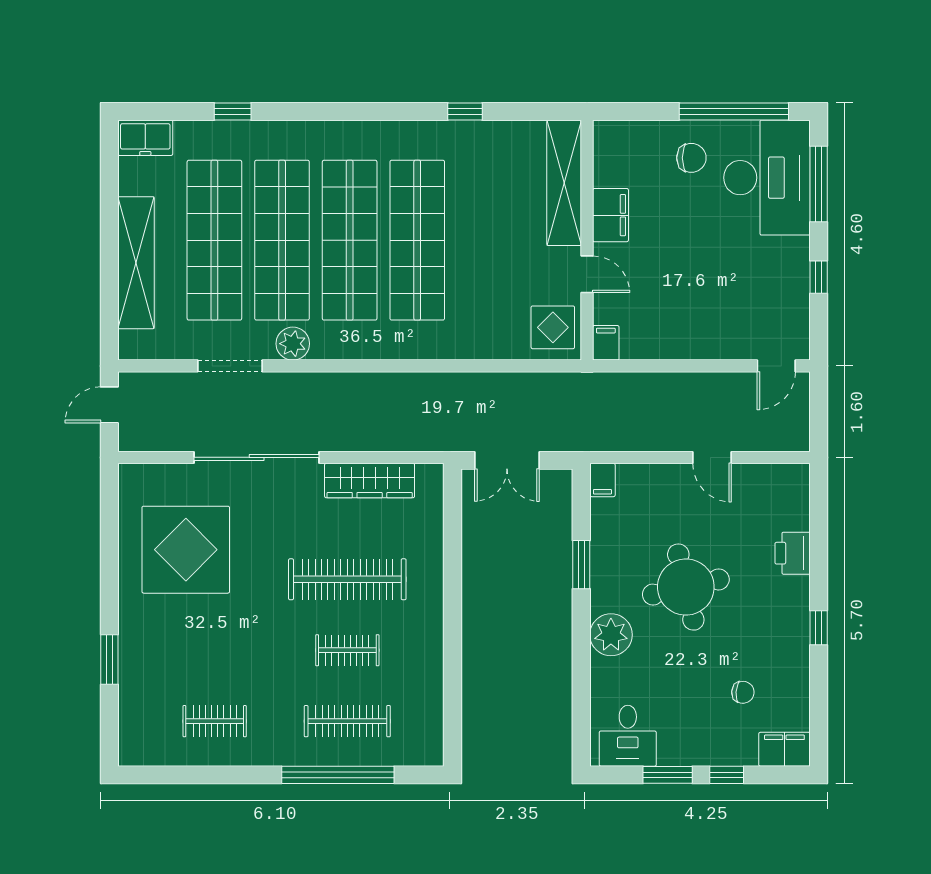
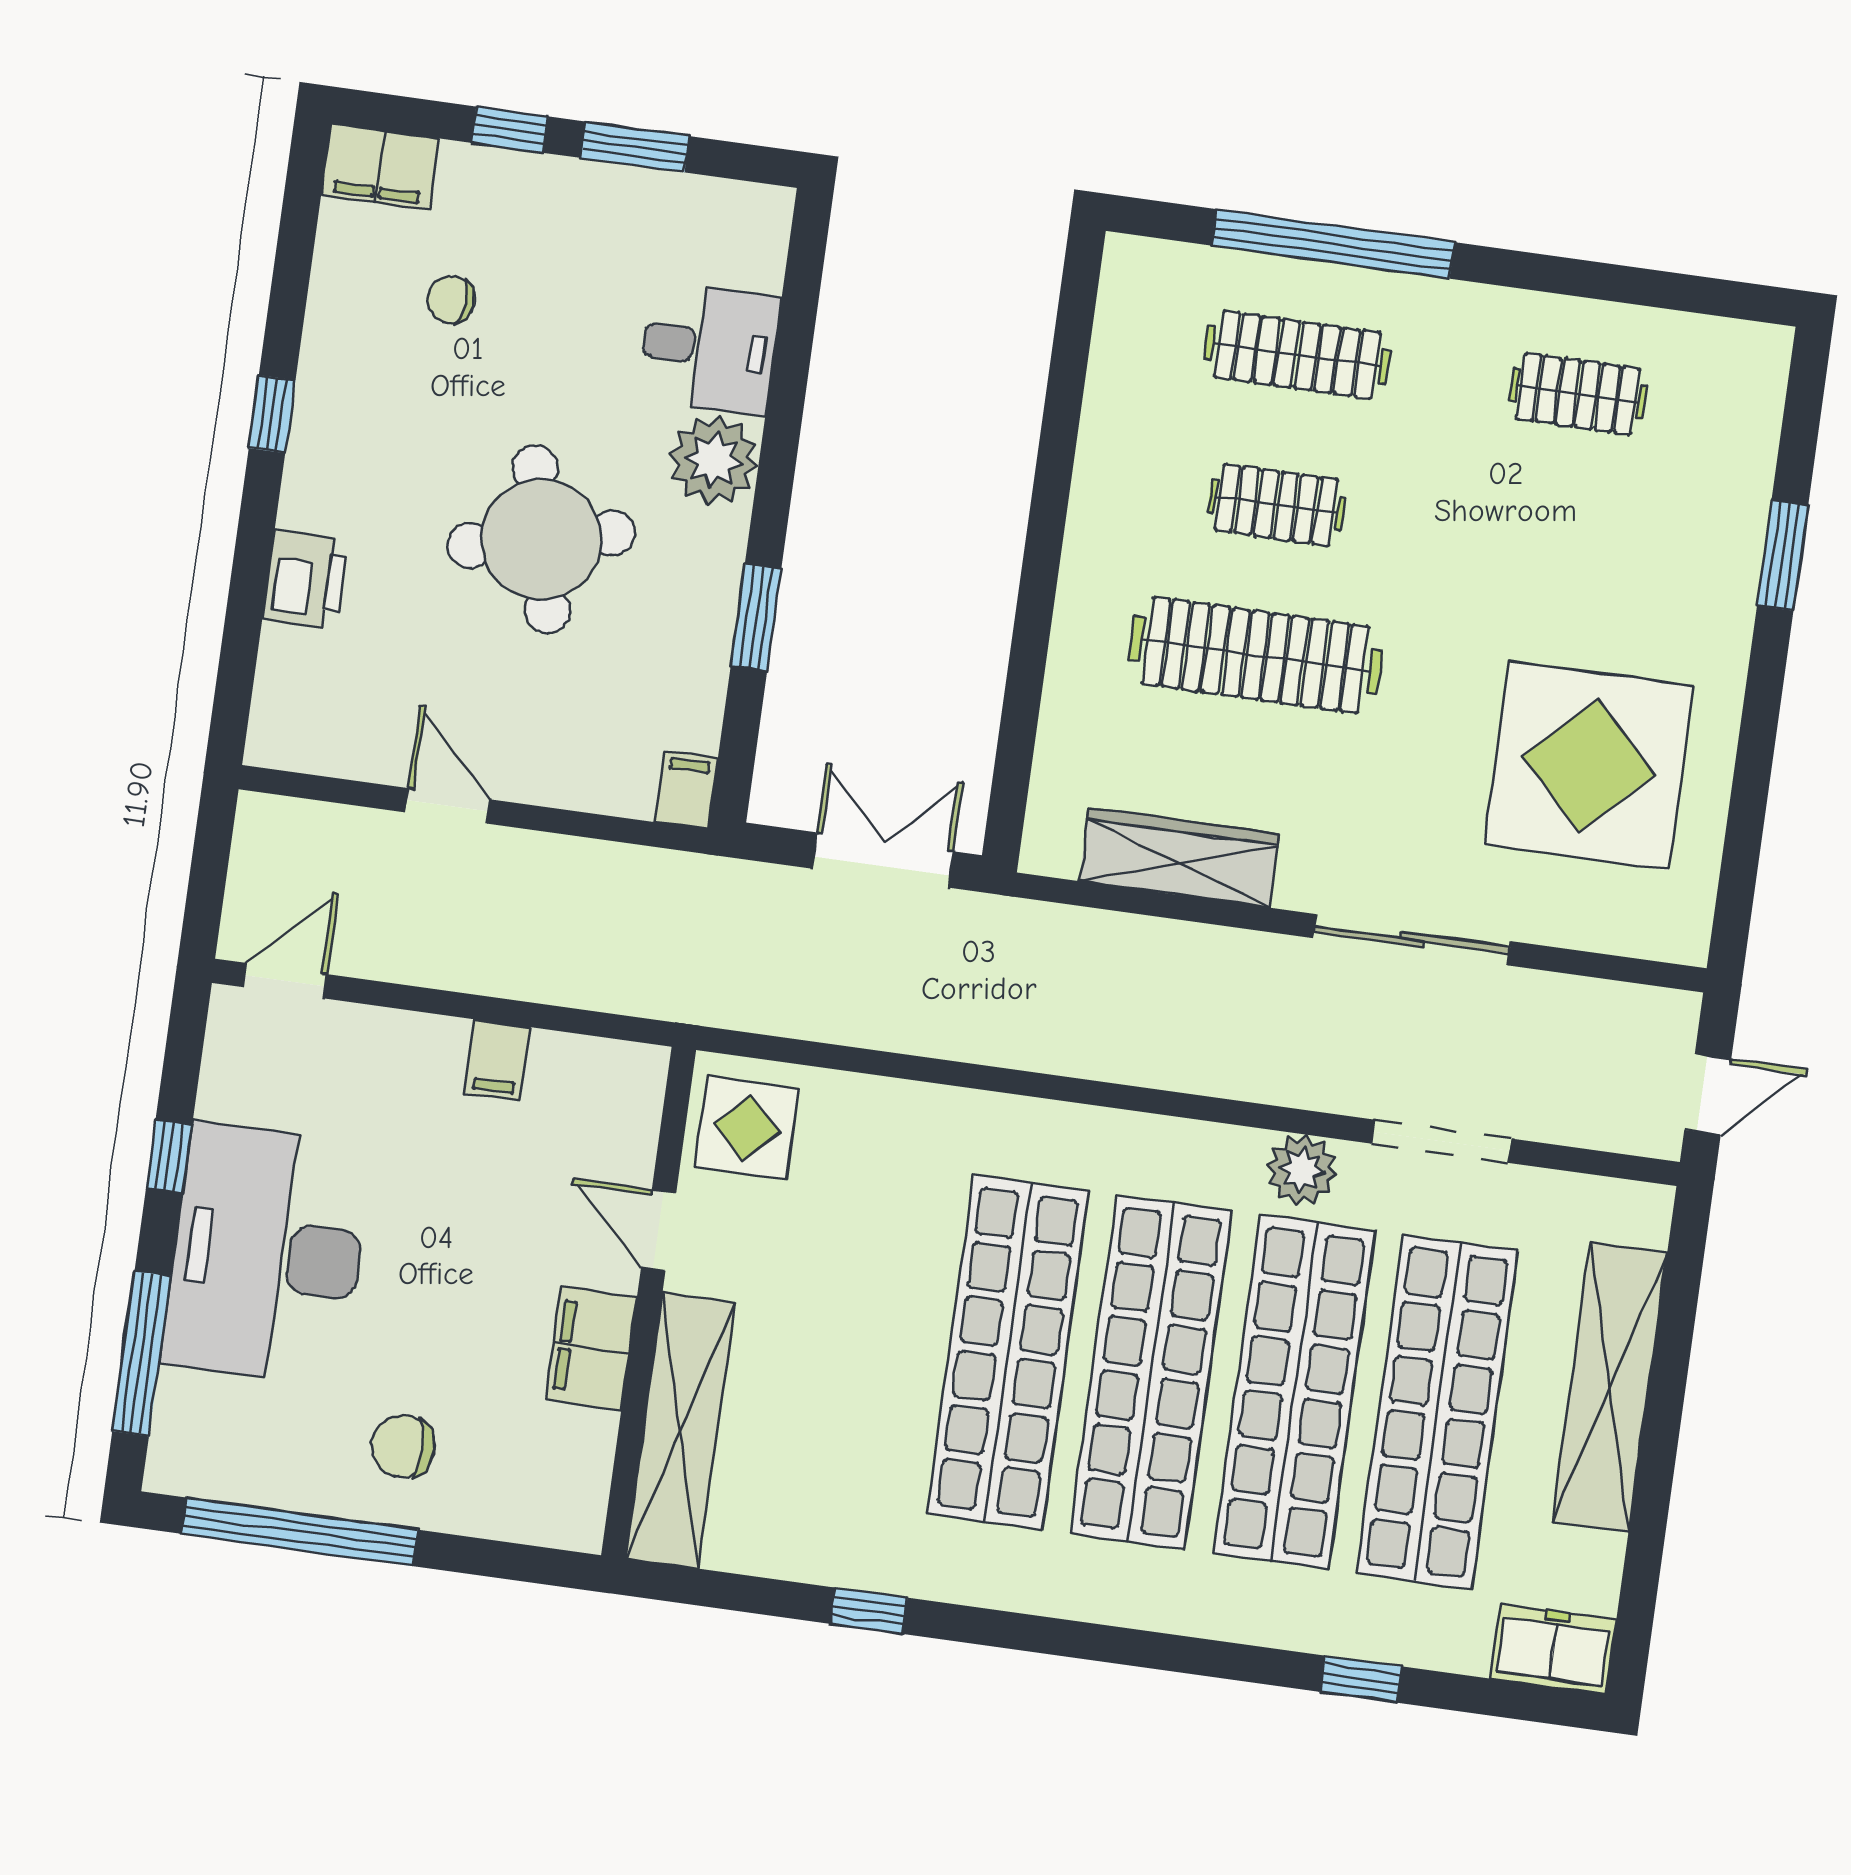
desk: (767, 178) -> (267, 1254), moved
filing cabinet: (606, 343) -> (497, 1060), moved
sliding door: (257, 457) -> (1412, 940), width x0.73
desk: (628, 736) -> (709, 348), moved, turned 90

